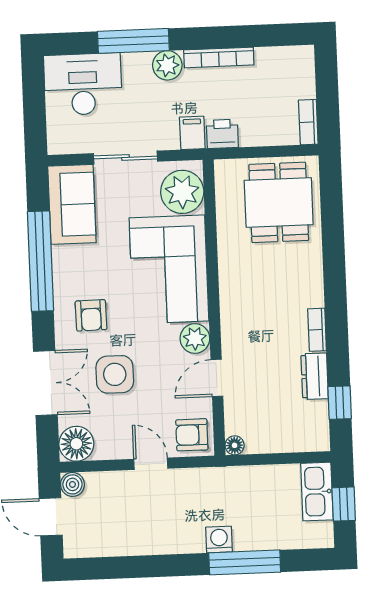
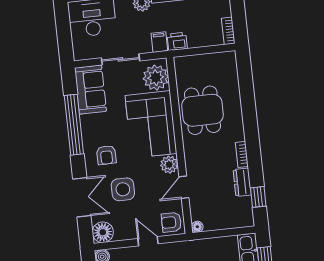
dining table: (279, 202) -> (203, 110), moved

